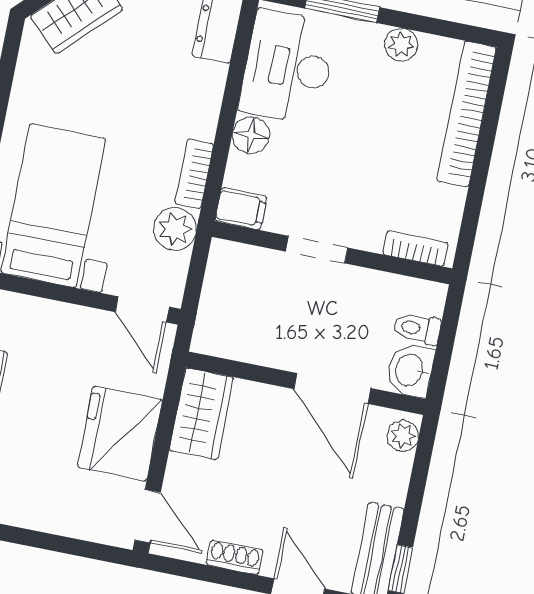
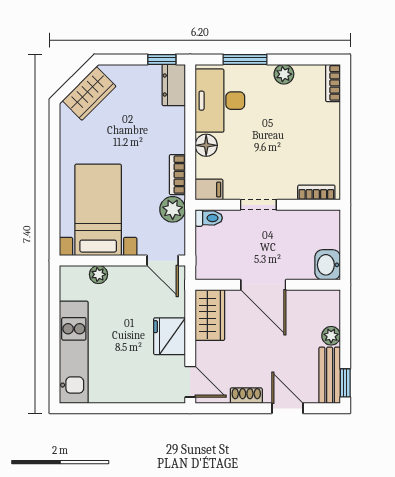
bookcase: (467, 114) -> (333, 83), width x0.43, depth x0.76
plant: (33, 311) -> (98, 274), added
toilet: (417, 329) -> (209, 218), moved, turned 180
door: (333, 389) -> (263, 285), moved
fridge: (120, 434) -> (170, 336), width x0.73, depth x0.75
plant: (403, 436) -> (331, 336), moved

